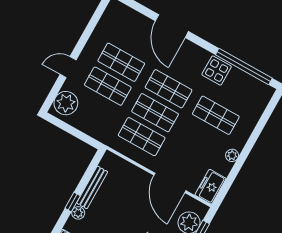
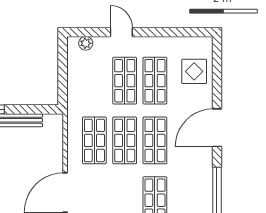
door: (172, 26) -> (217, 128), moved
display table: (217, 71) -> (194, 71), moved
plant: (66, 103) -> (86, 43), width x0.53, depth x0.53

